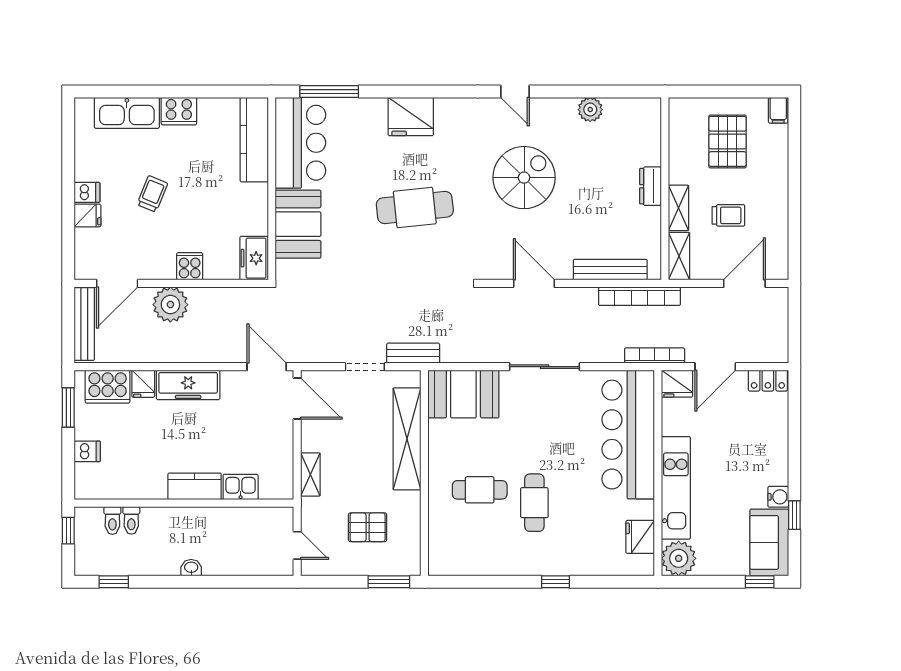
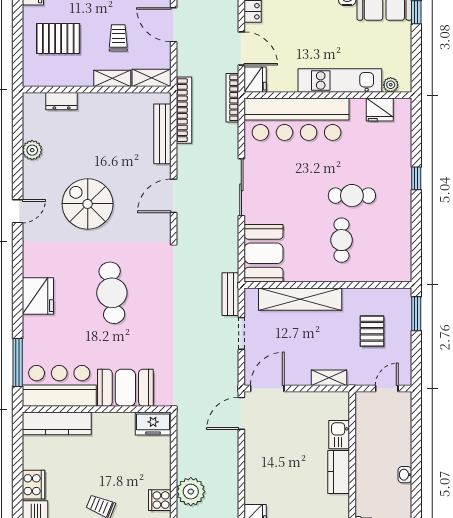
dresser: (651, 186) -> (62, 101), moved
cooker: (190, 266) -> (160, 500), moved
freezer: (188, 385) -> (256, 477), removed
plant: (679, 558) -> (391, 85), width x0.53, depth x0.53

